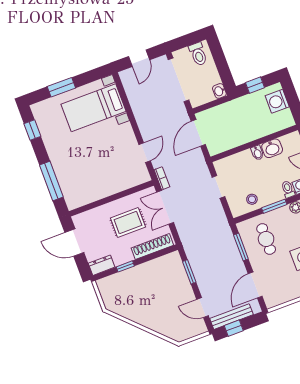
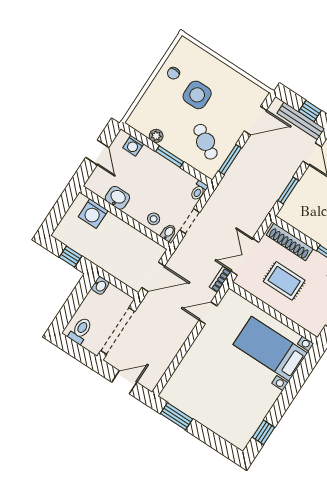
window: (61, 87) -> (176, 416), moved
washing machine: (277, 101) -> (93, 214), moved, turned 90
bed with nightstands: (94, 108) -> (270, 349), moved, turned 180
bidet: (257, 153) -> (168, 233), moved
window: (51, 181) -> (298, 380), removed
toilet: (288, 189) -> (199, 191), moved
stool: (252, 199) -> (154, 219), moved
double door: (165, 207) -> (245, 257), swing flipped
cafe table: (266, 239) -> (206, 142), turned -58

